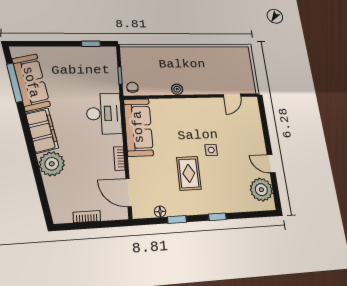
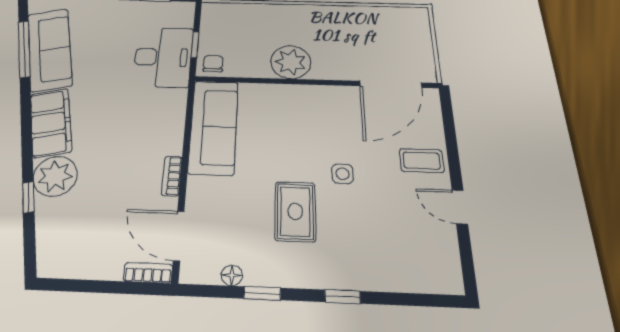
plant: (177, 89) -> (291, 62), width x1.88, depth x1.88
door: (232, 96) -> (391, 84), width x1.88
desk: (104, 114) -> (163, 57), moved
coffee table: (251, 139) -> (422, 161), added
window: (38, 178) -> (28, 197), added
plant: (261, 190) -> (437, 253), removed
bookcase: (87, 217) -> (148, 273), moved

